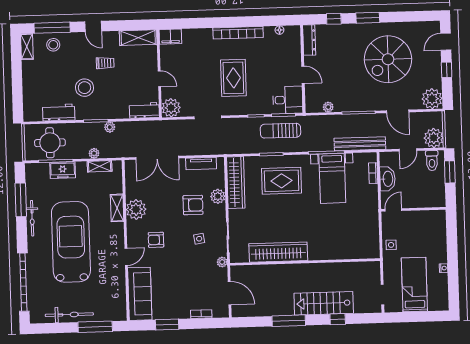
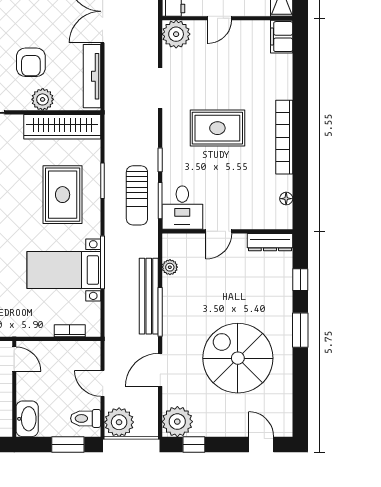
window: (447, 70) -> (194, 444), moved
sun lounger: (280, 131) -> (137, 195), turned 180
bench: (360, 144) -> (149, 296), moved
tv unit: (201, 163) -> (92, 76), width x1.41
washbasin: (387, 179) -> (27, 419), moved, turned -90

